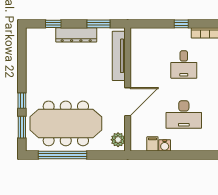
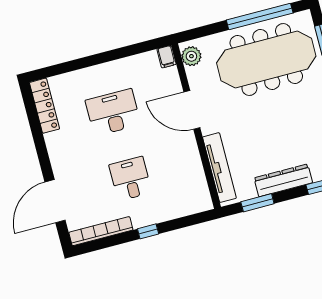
door: (128, 102) -> (192, 110), hinge flipped
filing cabinet: (152, 144) -> (167, 57), moved
water cooler: (165, 145) -> (128, 65), removed

